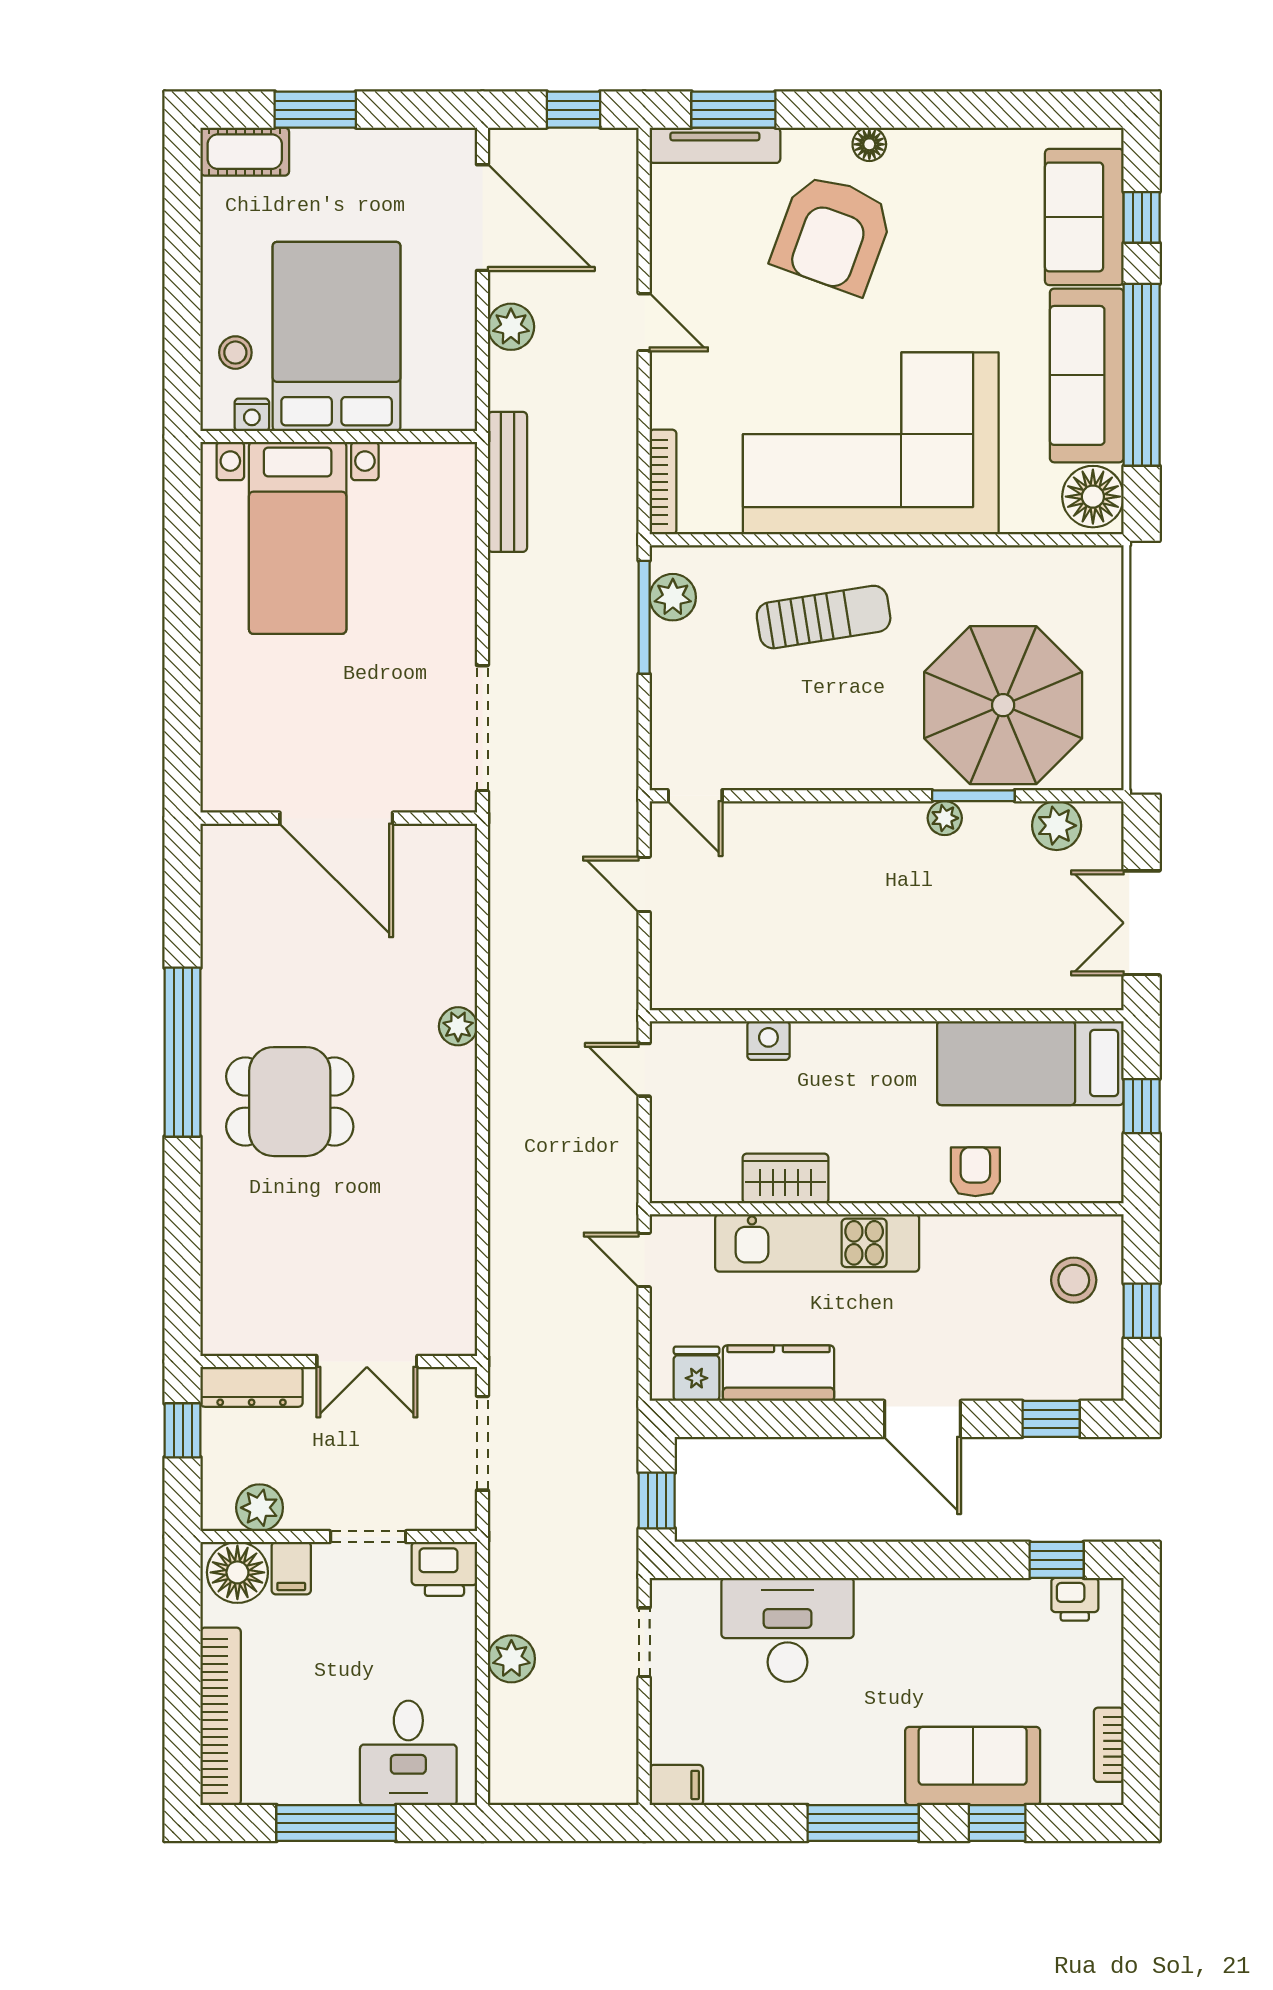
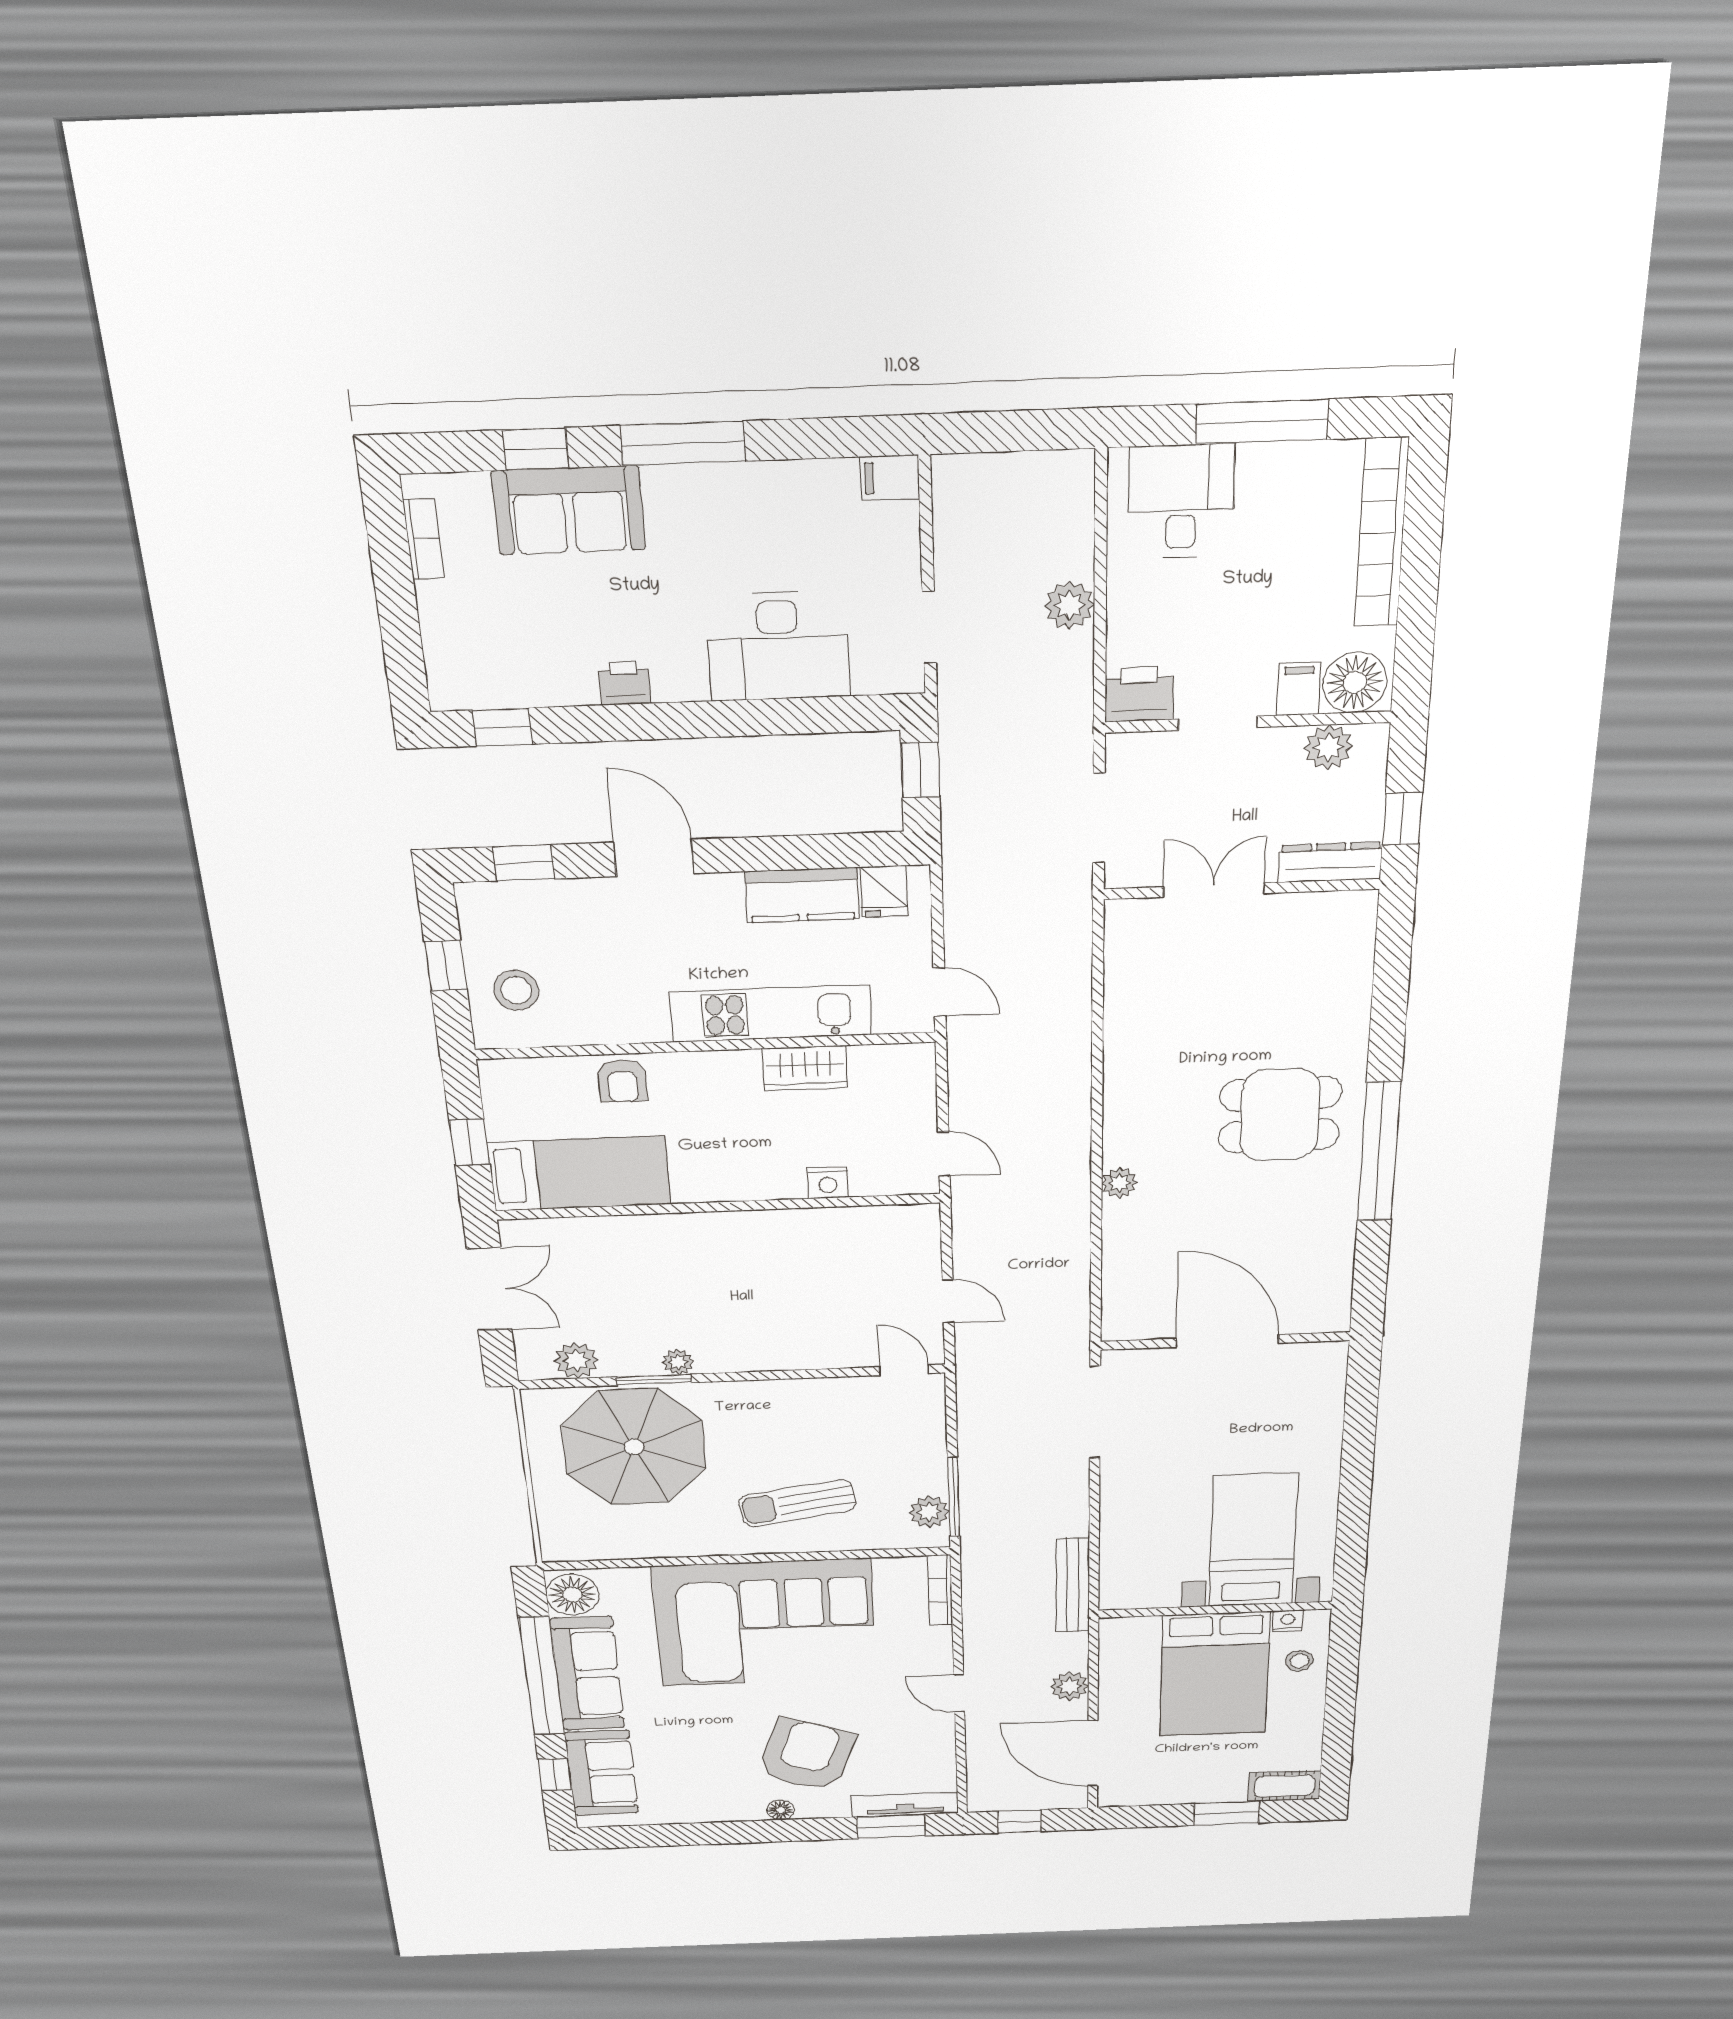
printer: (1075, 1599) -> (624, 683), moved

